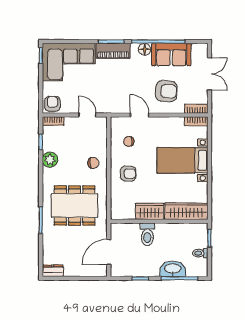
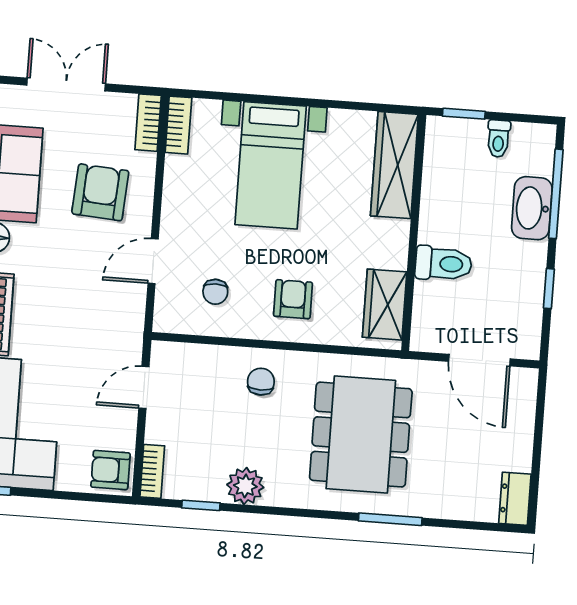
wardrobe: (150, 211) -> (385, 305), moved

